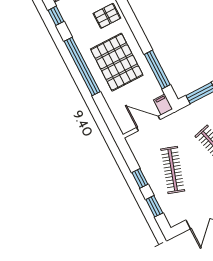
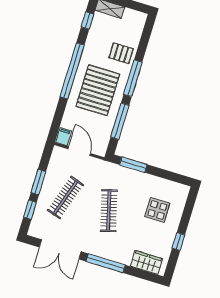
window: (135, 26) -> (133, 78), added
filing cabinet: (163, 105) -> (64, 137), moved
window: (140, 178) -> (38, 182), width x1.50

